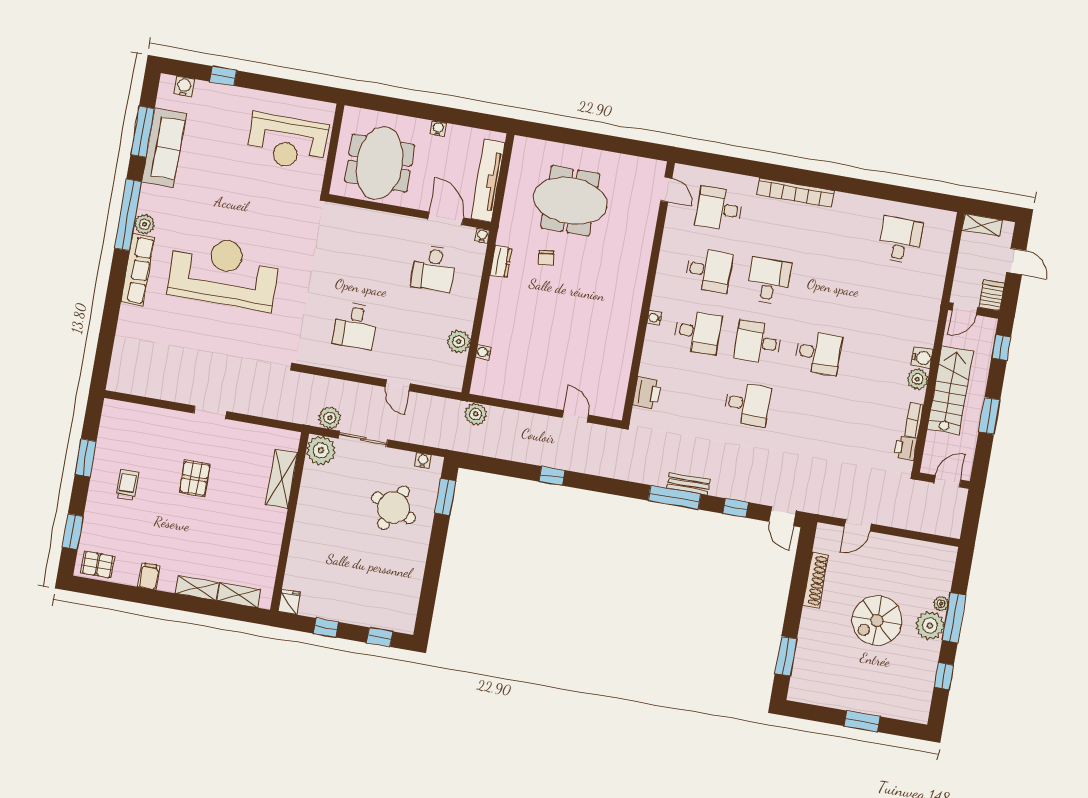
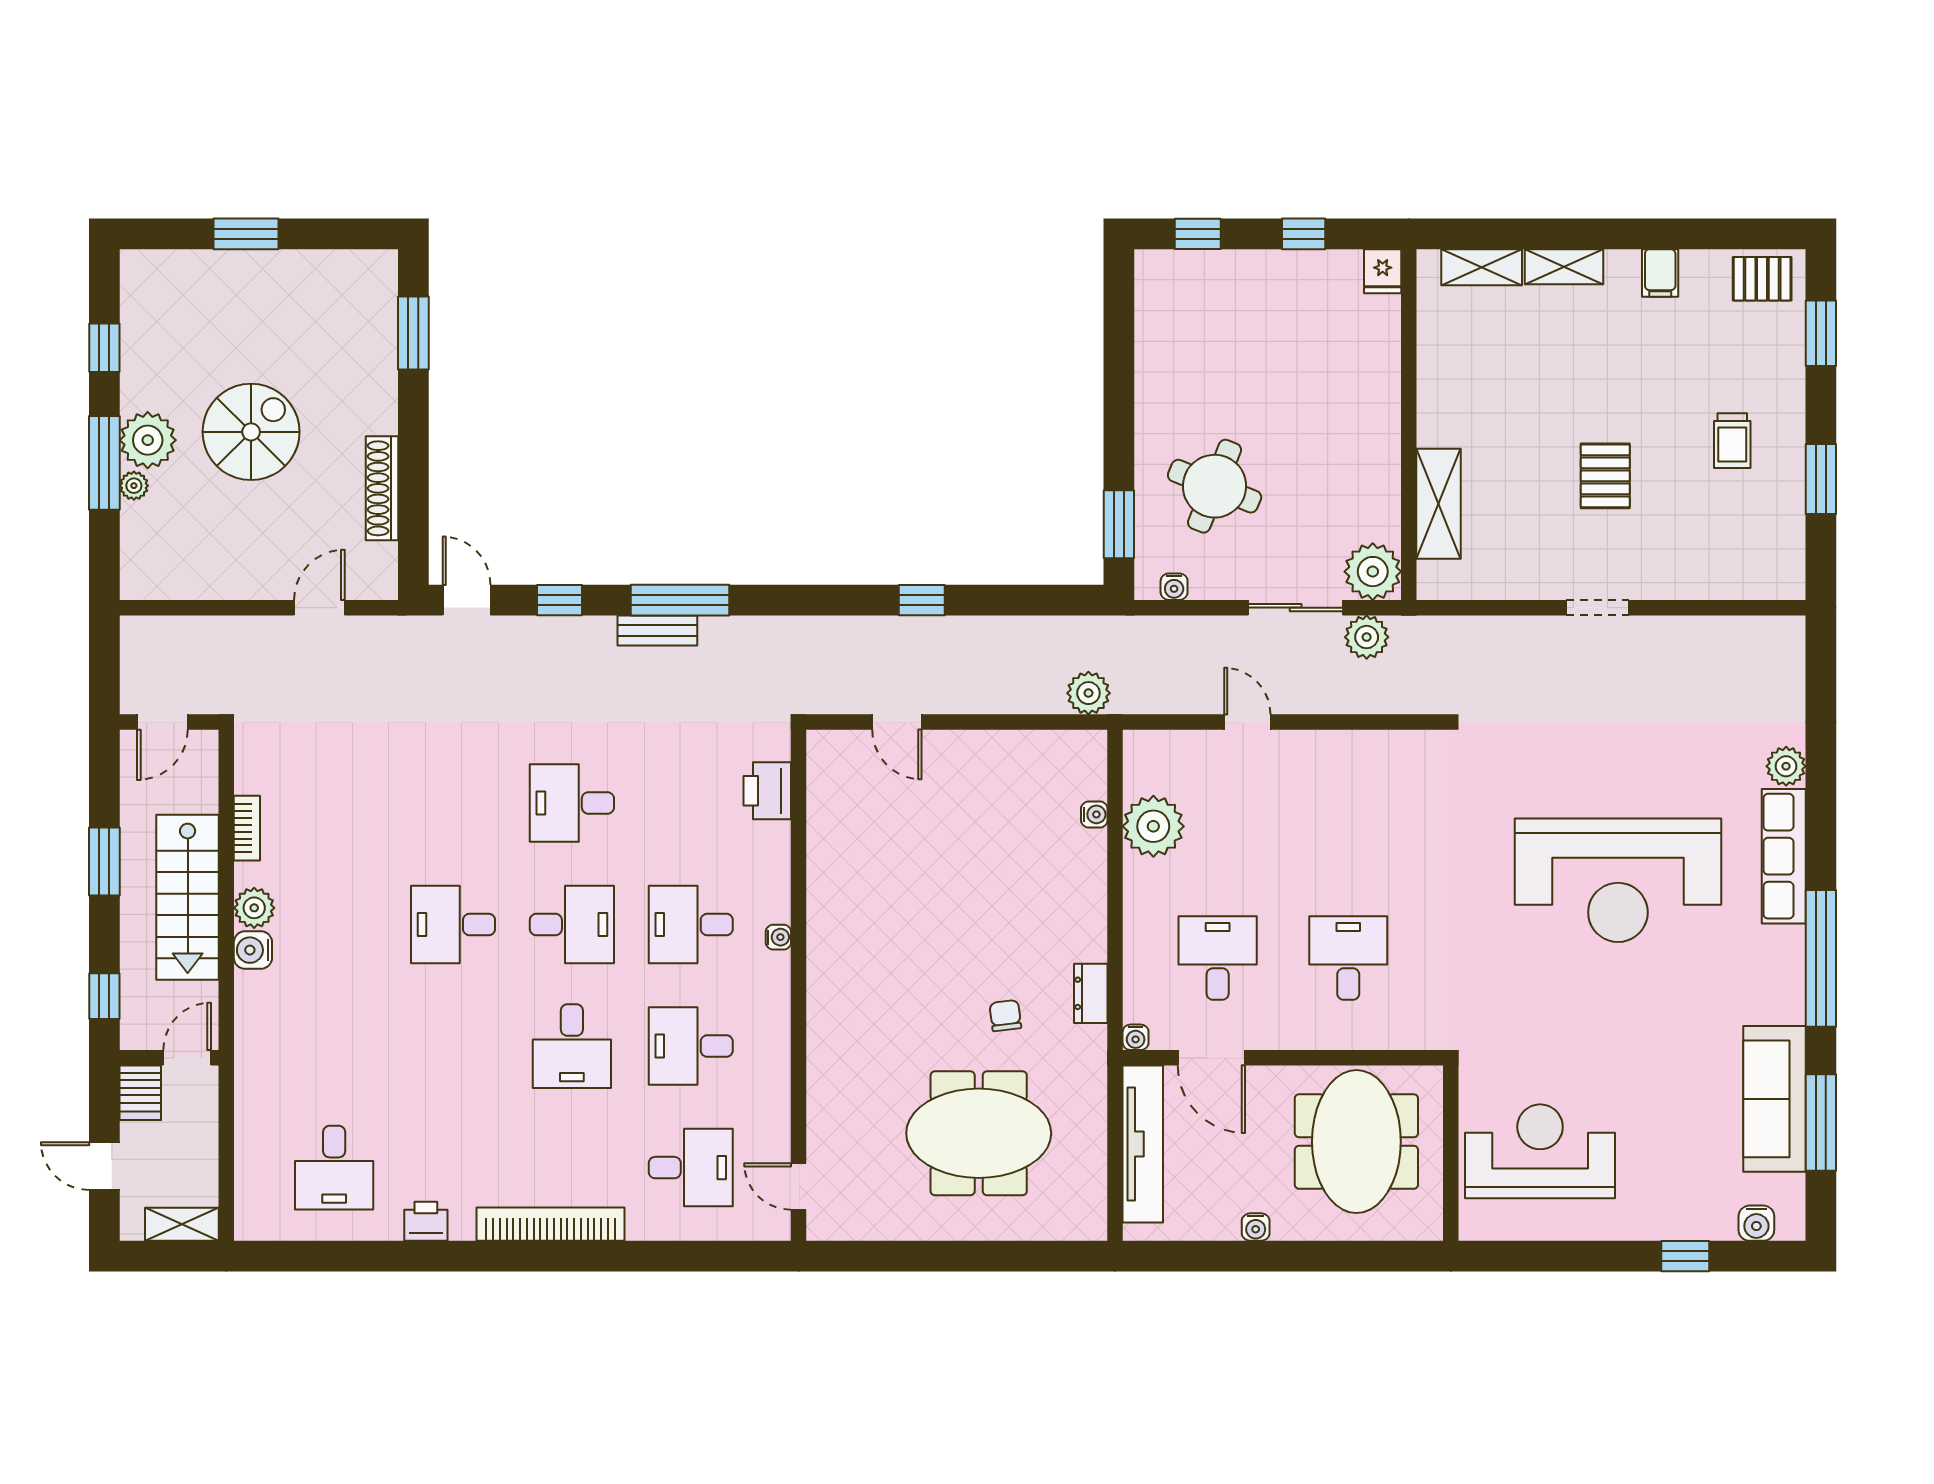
plant: (145, 224) -> (1786, 766), moved
desk: (355, 326) -> (1348, 958), moved
plant: (459, 342) -> (1153, 826), width x1.36, depth x1.36
printer: (906, 448) -> (426, 1221), moved, turned -90

